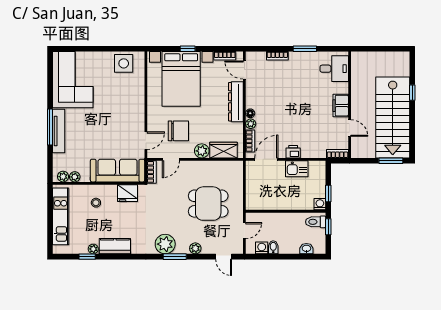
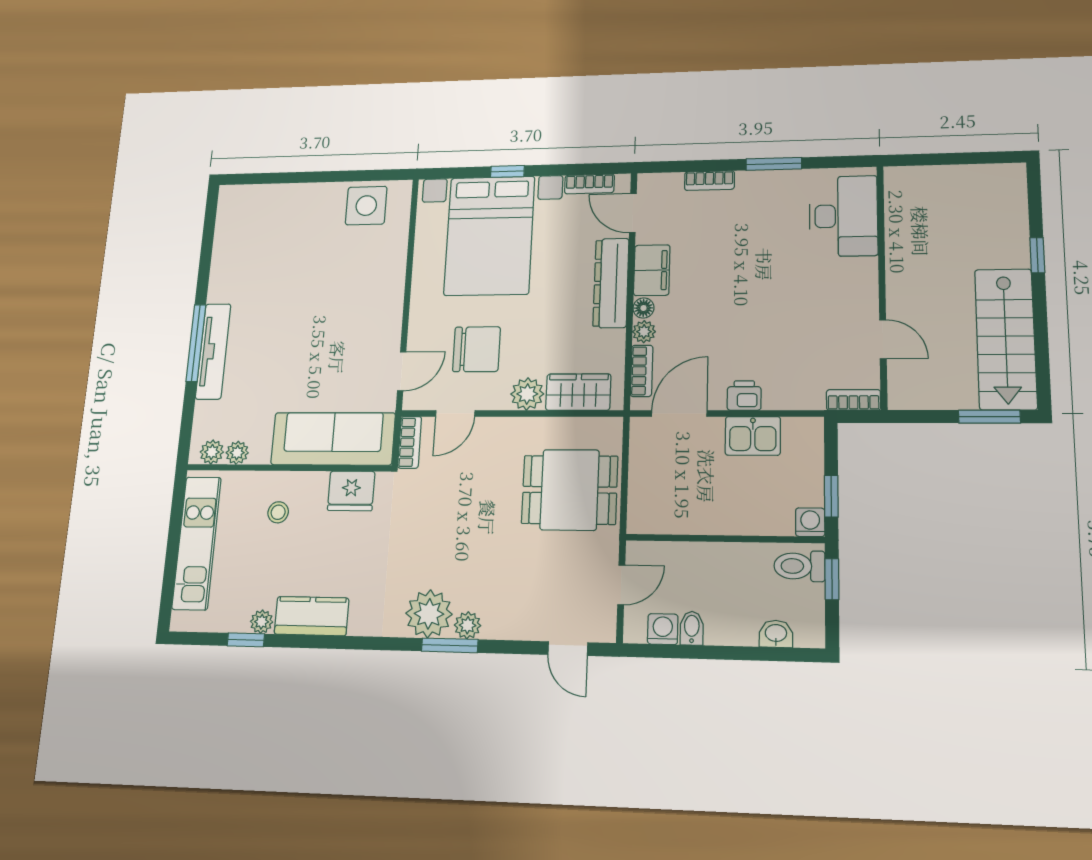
desk: (334, 69) -> (843, 216), width x1.37
corner sofa: (73, 80) -> (255, 242), removed
filing cabinet: (341, 106) -> (652, 270), moved, turned 180
stairs: (393, 118) -> (1006, 339), width x0.73, depth x0.66
dining table: (208, 204) -> (570, 490), moved
plant: (195, 248) -> (468, 625), moved

